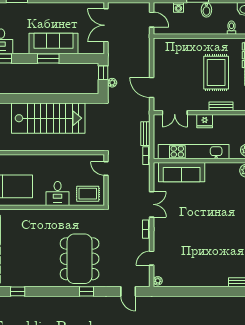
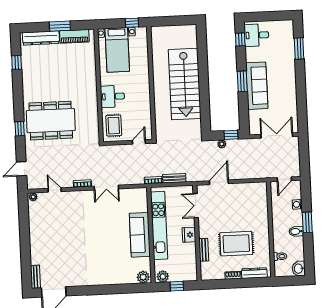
sofa: (182, 172) -> (140, 235), moved

